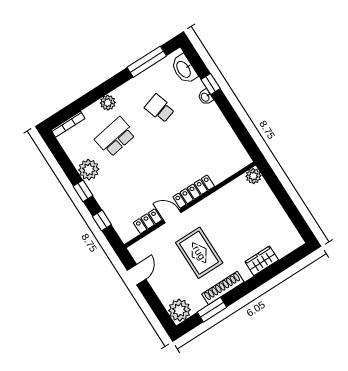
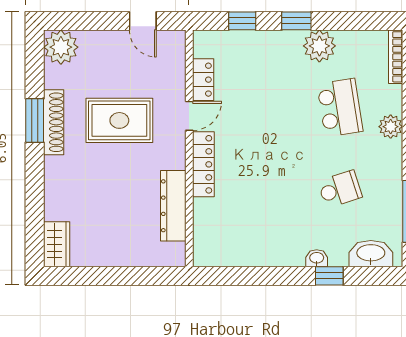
plant: (253, 176) -> (174, 255), removed
dresser: (227, 194) -> (173, 206), added
wardrobe: (262, 261) -> (57, 244), moved
window: (212, 310) -> (35, 120), moved

